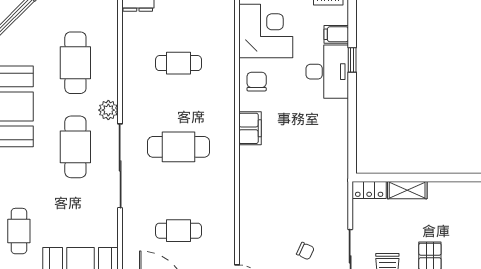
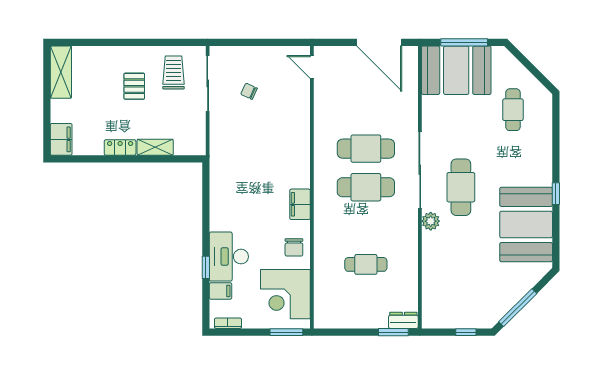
cafe table: (75, 63) -> (461, 265), removed
locker: (369, 190) -> (120, 147), moved
cafe table: (179, 231) -> (366, 149), moved, width x1.37, depth x1.35

